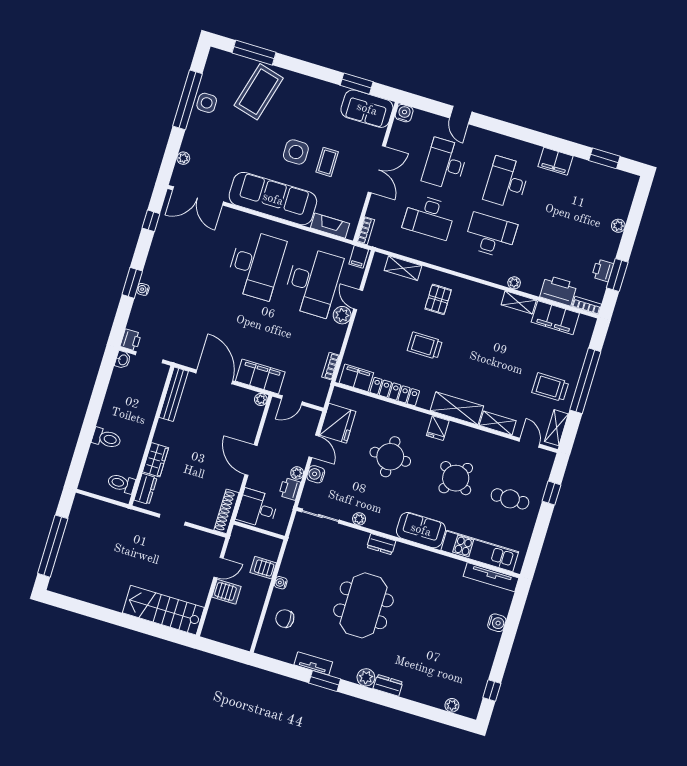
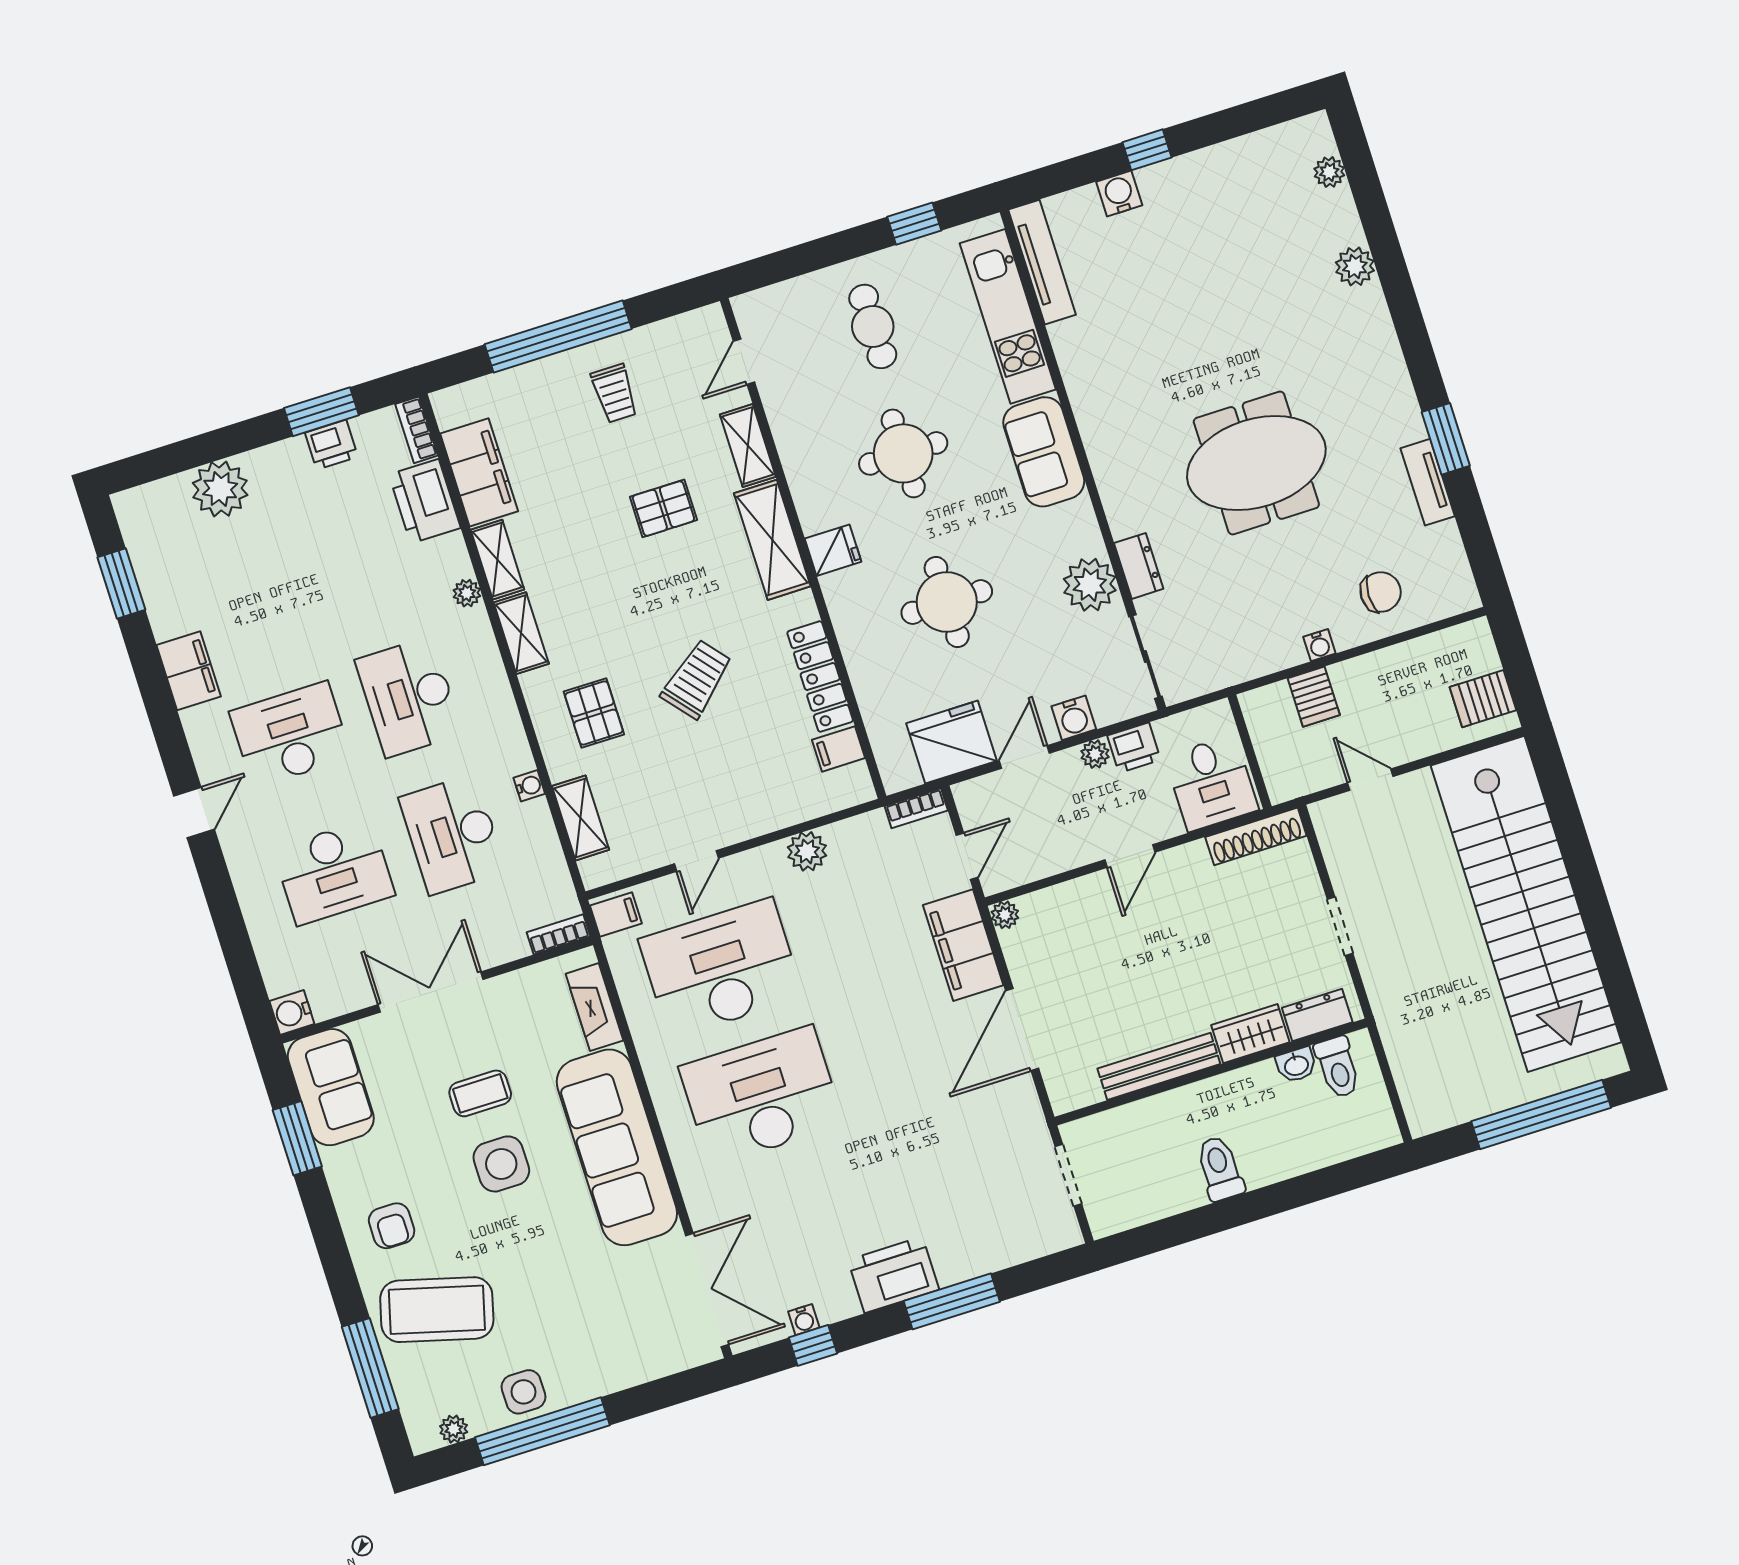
armchair: (301, 96) -> (392, 1226), added
door: (461, 115) -> (194, 812), moved
plant: (183, 158) -> (454, 1429), moved
desk: (507, 183) -> (290, 734), turned 180
desk: (429, 217) -> (452, 835), turned 180
plant: (618, 226) -> (220, 489), width x1.87, depth x1.87
water cooler: (428, 257) -> (529, 786), added
window: (132, 283) -> (952, 1301), width x1.44
water cooler: (143, 289) -> (804, 1320), moved
pallet: (438, 299) -> (594, 713), turned 90
plant: (342, 315) -> (807, 851), moved
printer: (131, 340) -> (893, 1275), moved, width x1.87, depth x1.48
trolley: (425, 346) -> (697, 679), turned -130
washbasin: (123, 360) -> (1296, 1065), moved, turned 180
bookcase: (330, 366) -> (916, 808), moved
pallet: (496, 376) -> (663, 508), added
filing cabinet: (356, 378) -> (838, 749), width x0.50
trolley: (550, 387) -> (614, 393), width x0.73, depth x0.72
bench: (174, 394) -> (1159, 1066), moved
door: (292, 400) -> (967, 856), hinge flipped
shelving: (556, 428) -> (521, 633), moved, turned 90
toilet: (106, 438) -> (1220, 1168), moved
door: (251, 460) -> (1130, 856), width x0.73
round table: (456, 478) -> (903, 453), turned -33
window: (551, 493) -> (914, 224), moved
plant: (359, 519) -> (1090, 585), width x1.88, depth x1.88
dresser: (381, 544) -> (1139, 566), moved
server rack: (226, 592) -> (1483, 699), moved, turned -90
stairs: (163, 610) -> (1526, 904), width x1.86, depth x1.51
chair: (285, 619) -> (1381, 592), turned -90
plant: (366, 677) -> (1355, 267), moved
dresser: (388, 685) -> (1373, 316), removed
window: (492, 691) -> (1147, 150), moved

